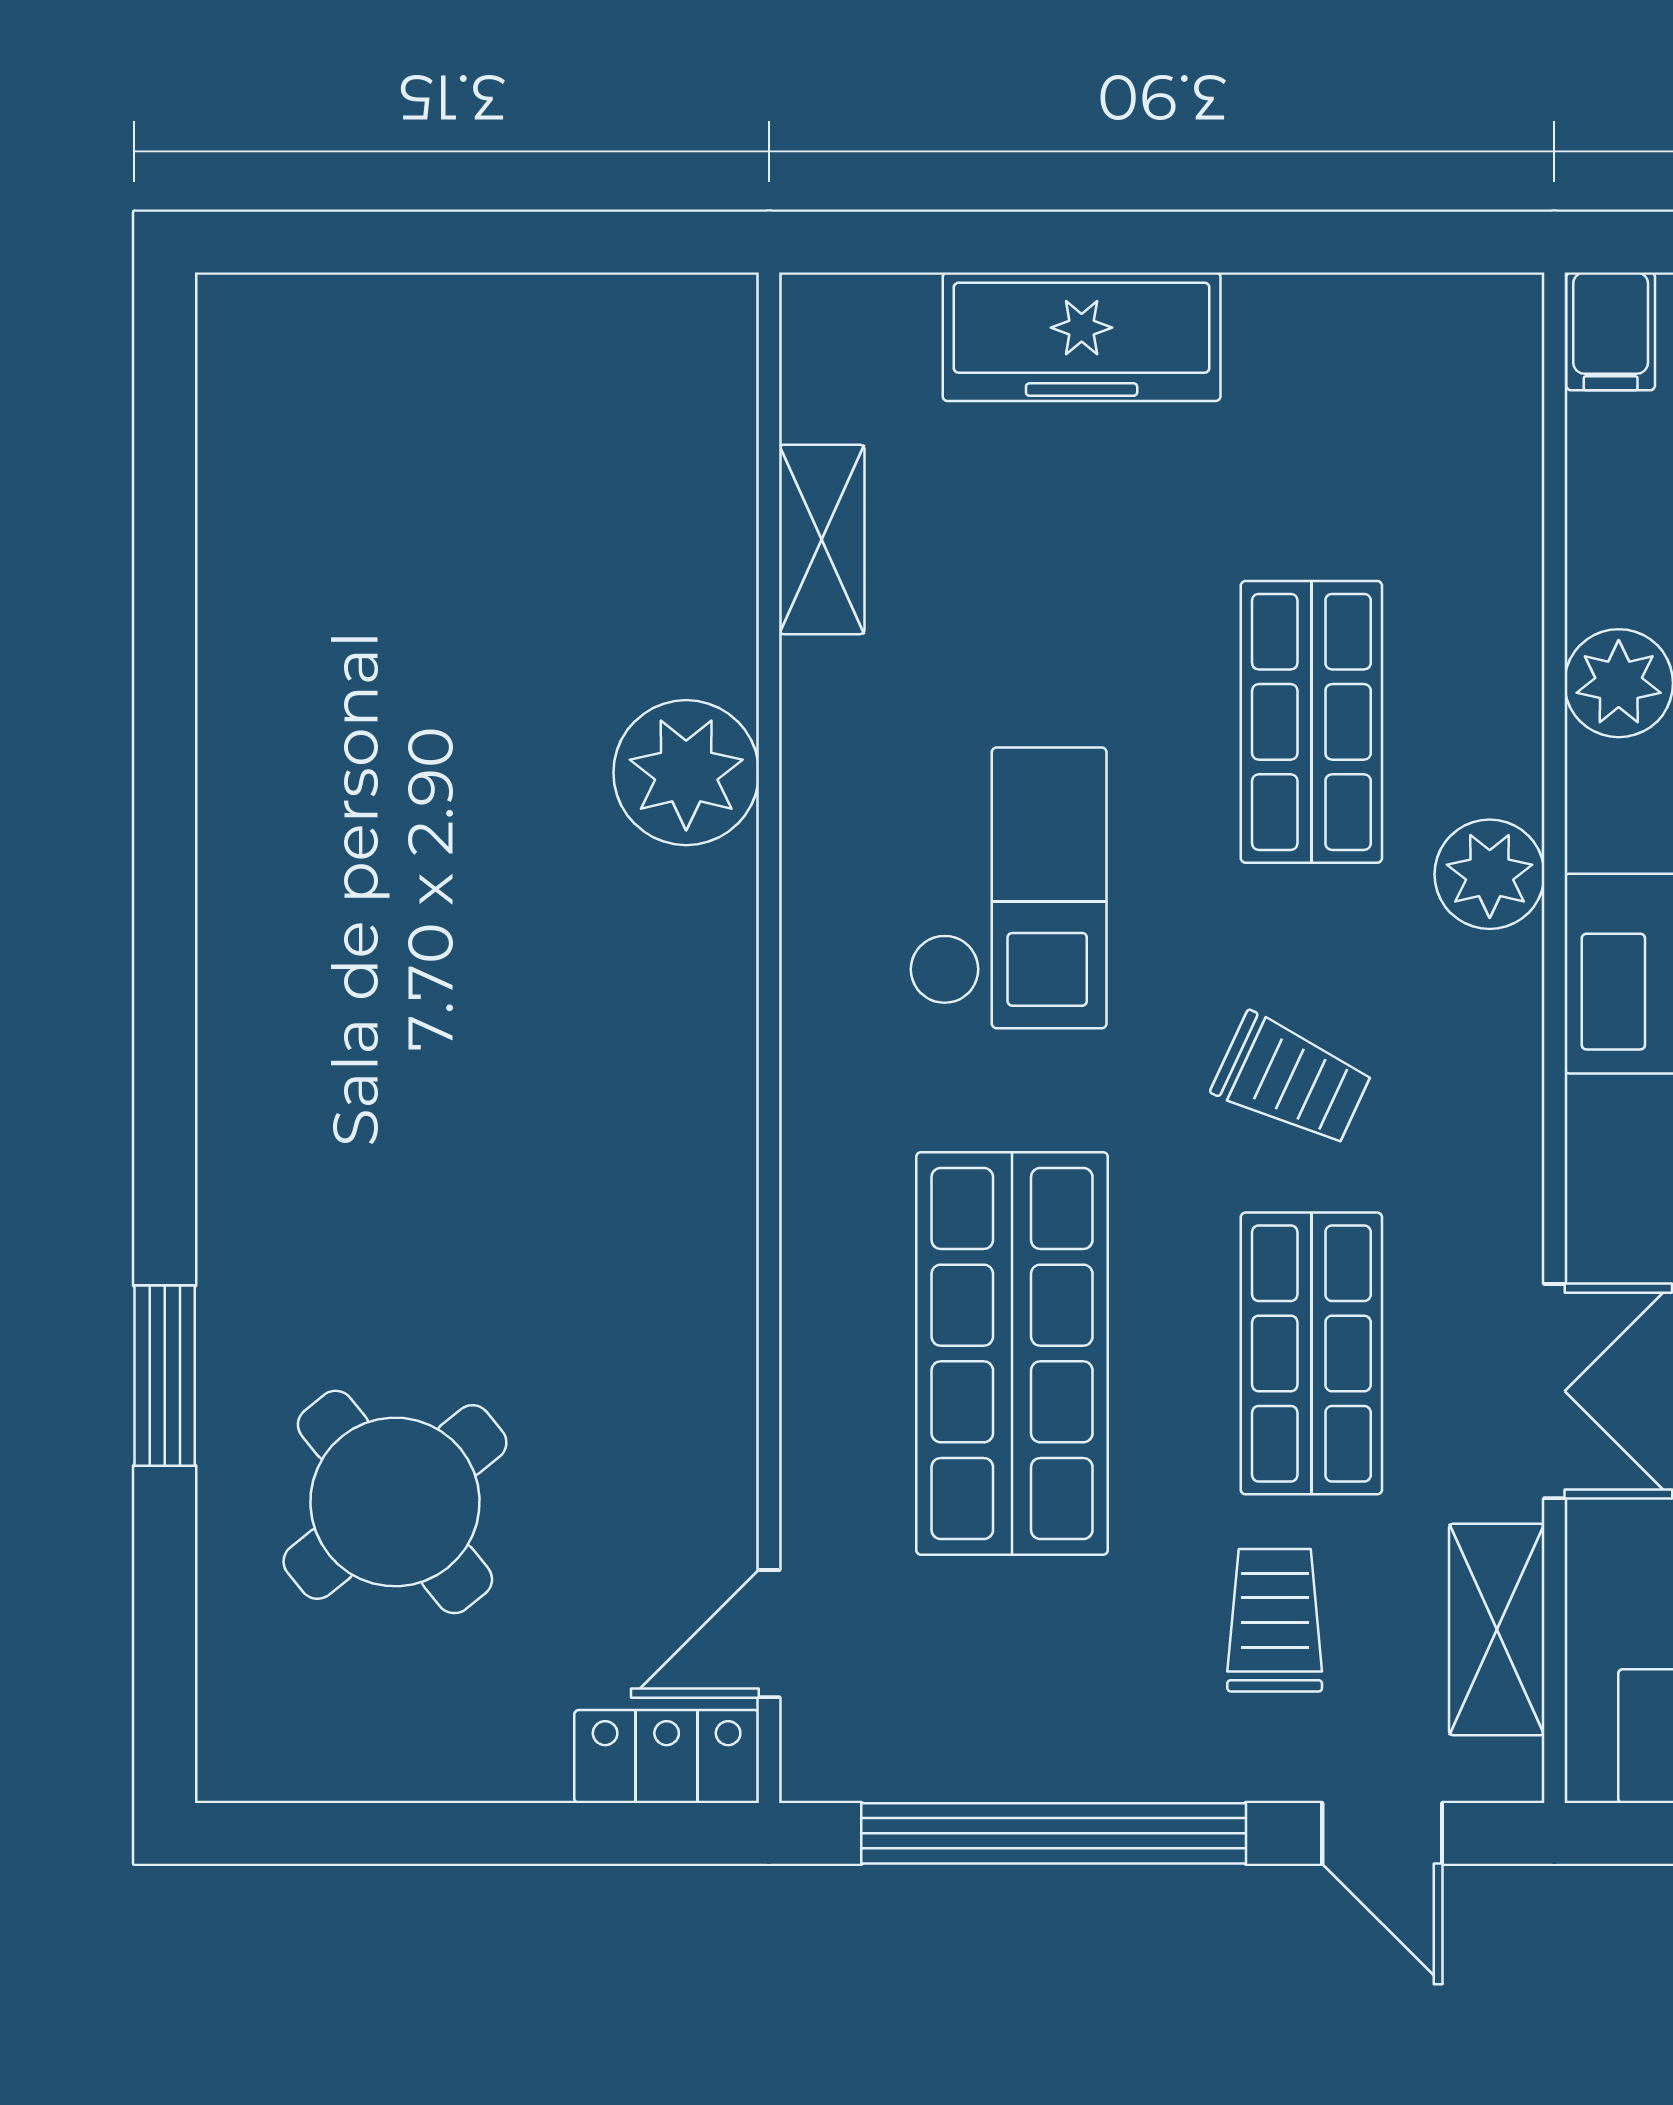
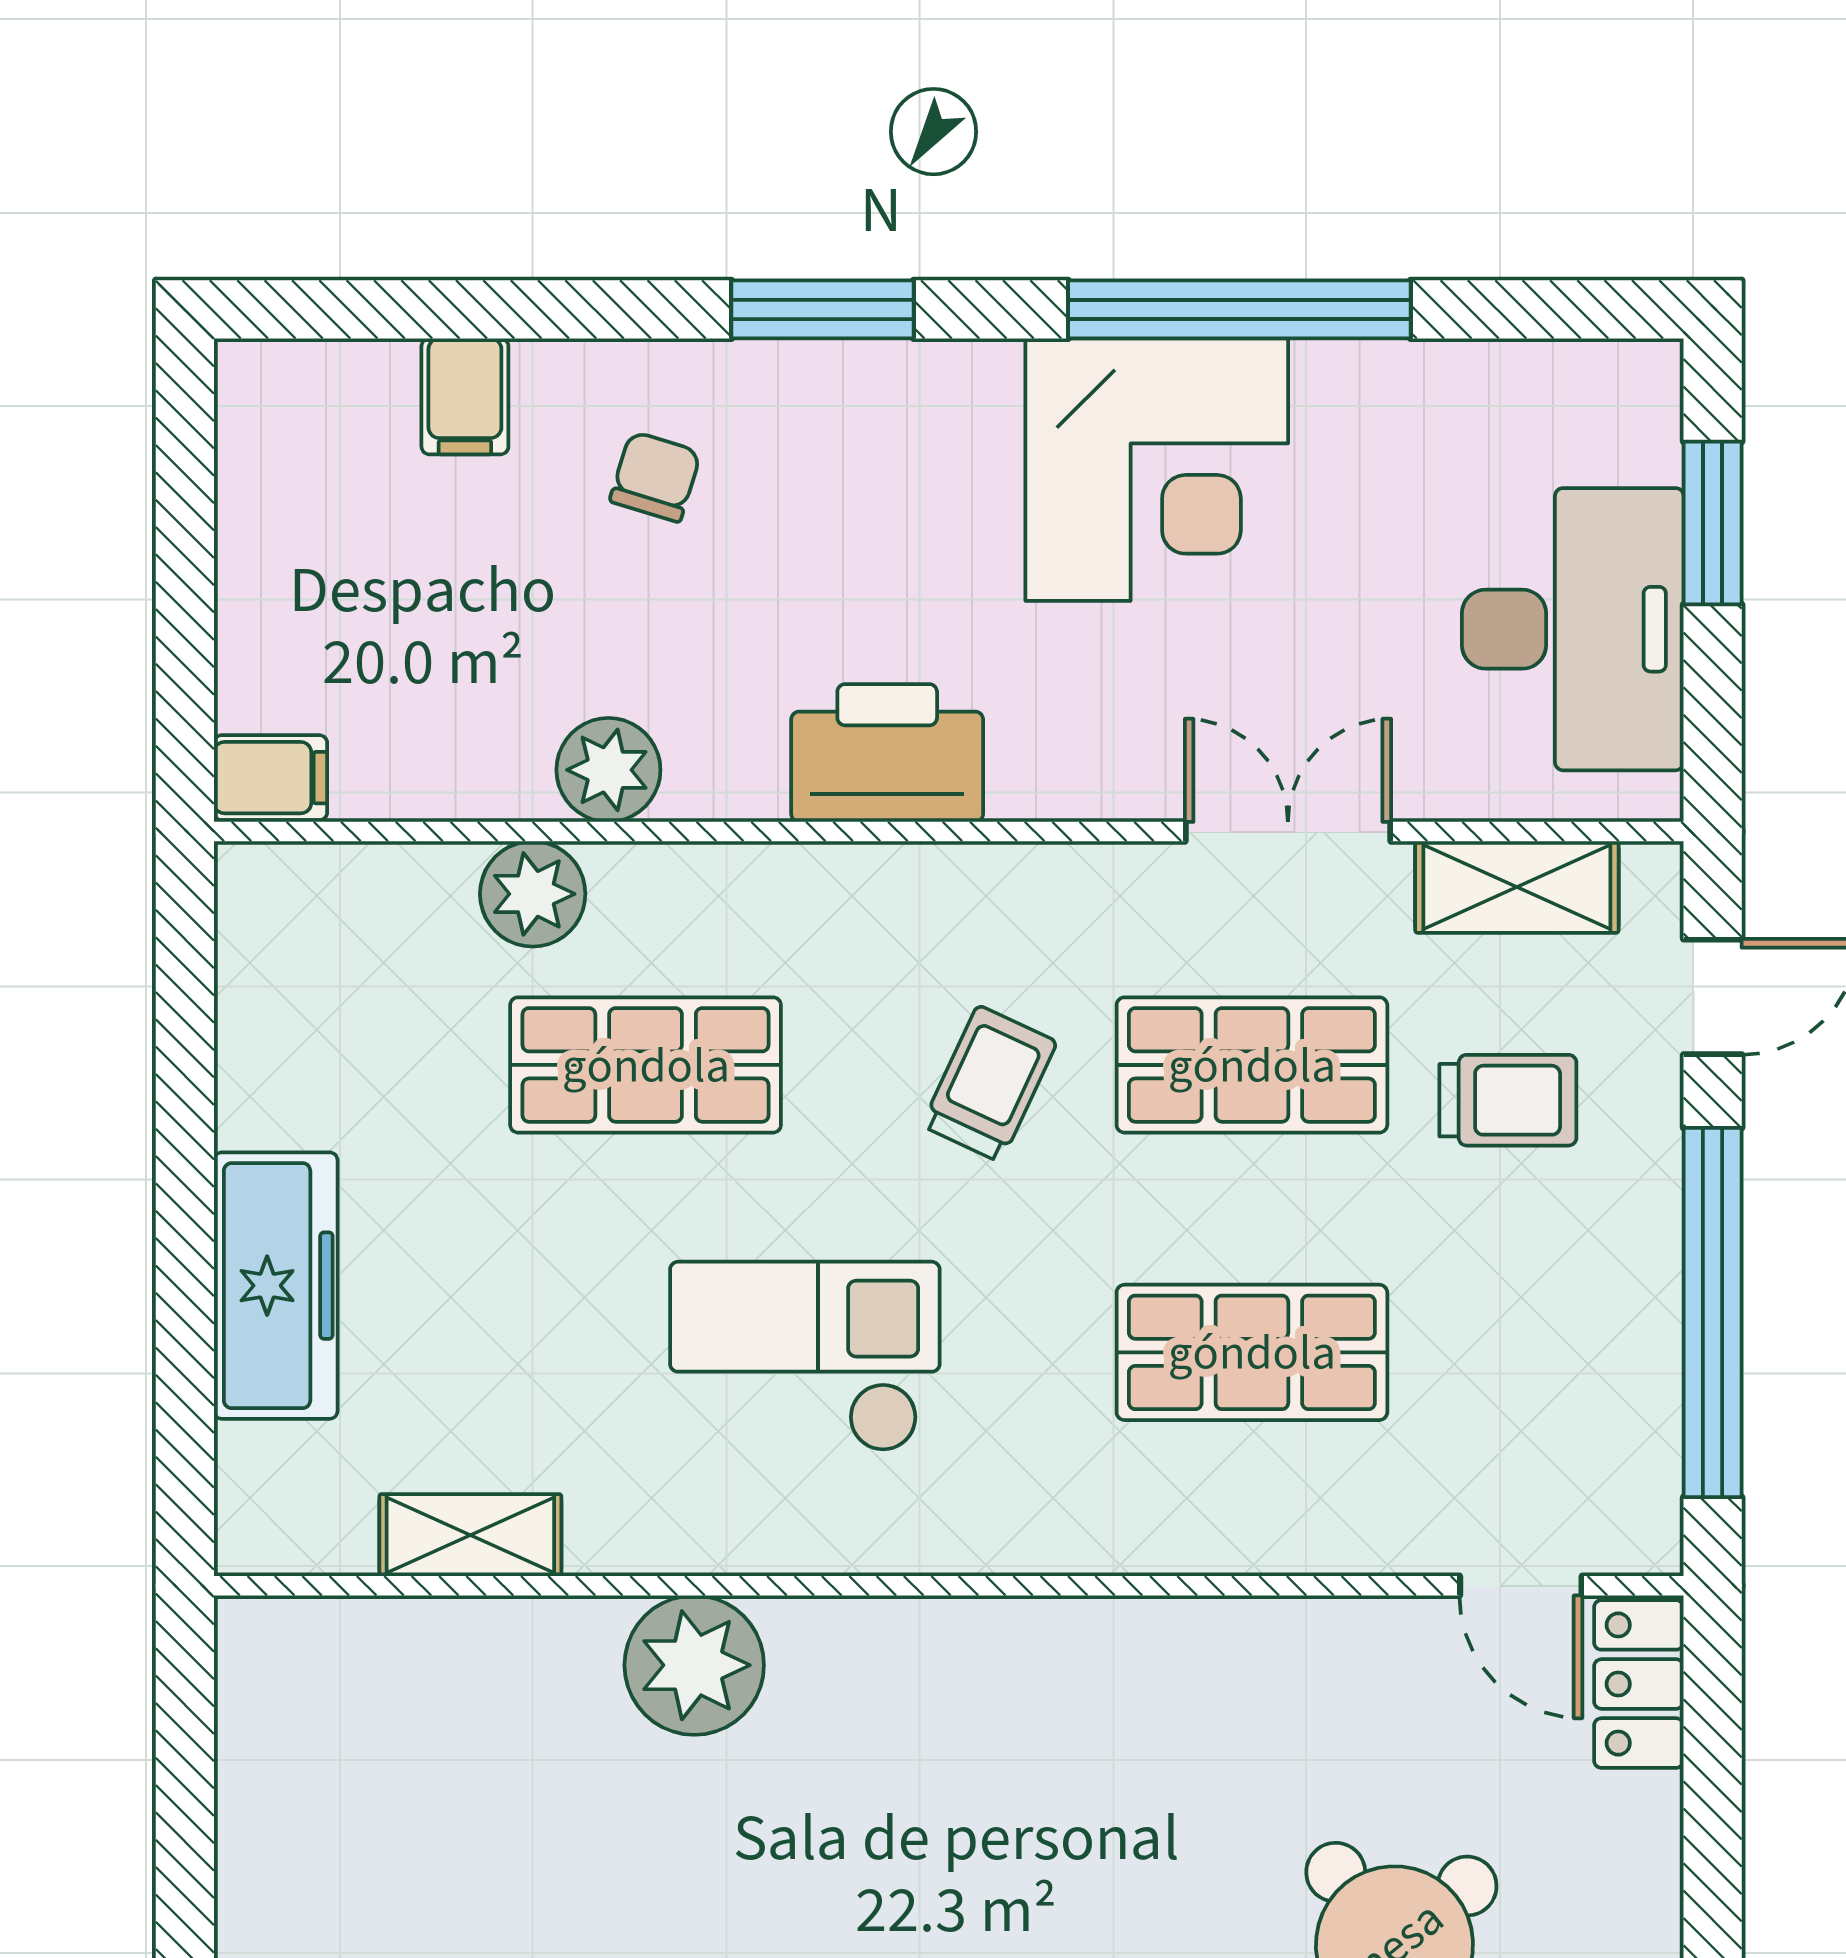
plant: (1490, 874) -> (533, 894), moved
shop shelf: (1012, 1353) -> (1252, 1352), width x0.70, depth x0.74
trolley: (1275, 1620) -> (1508, 1100), turned 180

